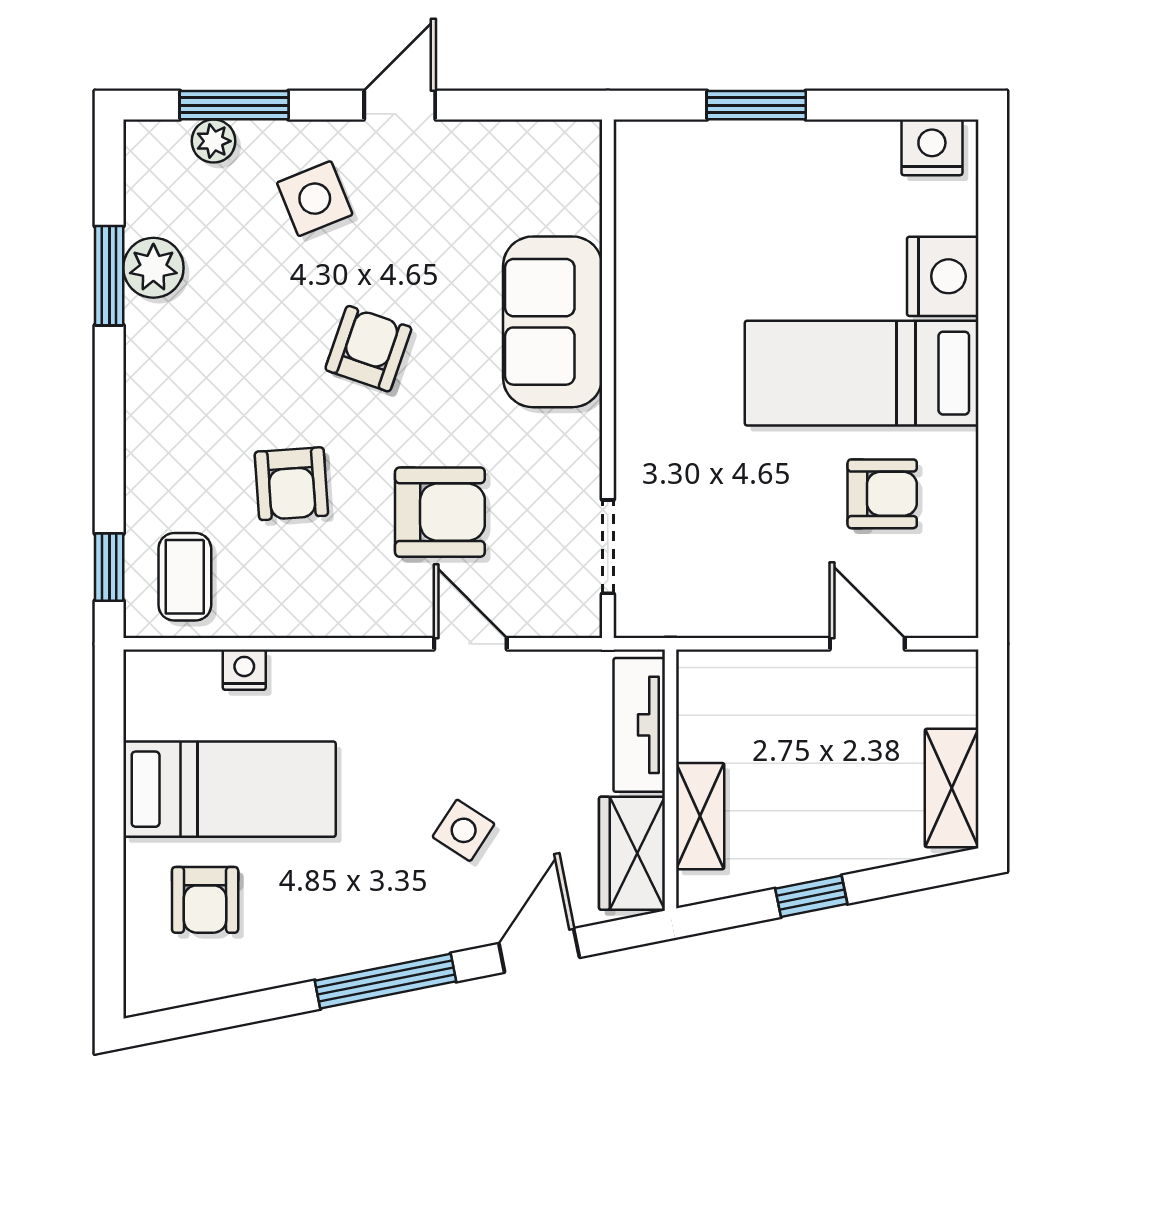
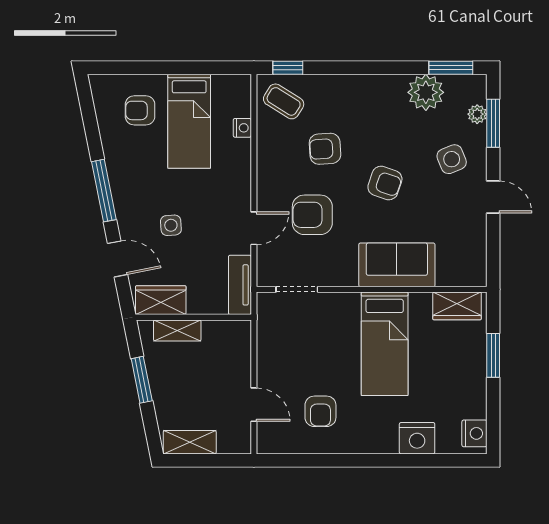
wardrobe: (645, 186) -> (457, 306), added
plant: (153, 268) -> (426, 92), width x1.36, depth x1.36
window: (109, 276) -> (451, 68), moved
bed: (862, 373) -> (385, 344), moved, turned 180
armchair: (440, 512) -> (312, 215), turned 90
coffee table: (185, 577) -> (284, 101), turned 32
door: (867, 644) -> (254, 405), hinge flipped
tv unit: (639, 725) -> (240, 285), moved, turned -90
side table: (464, 830) -> (171, 225), turned -37
window: (811, 896) -> (142, 380), width x1.50

